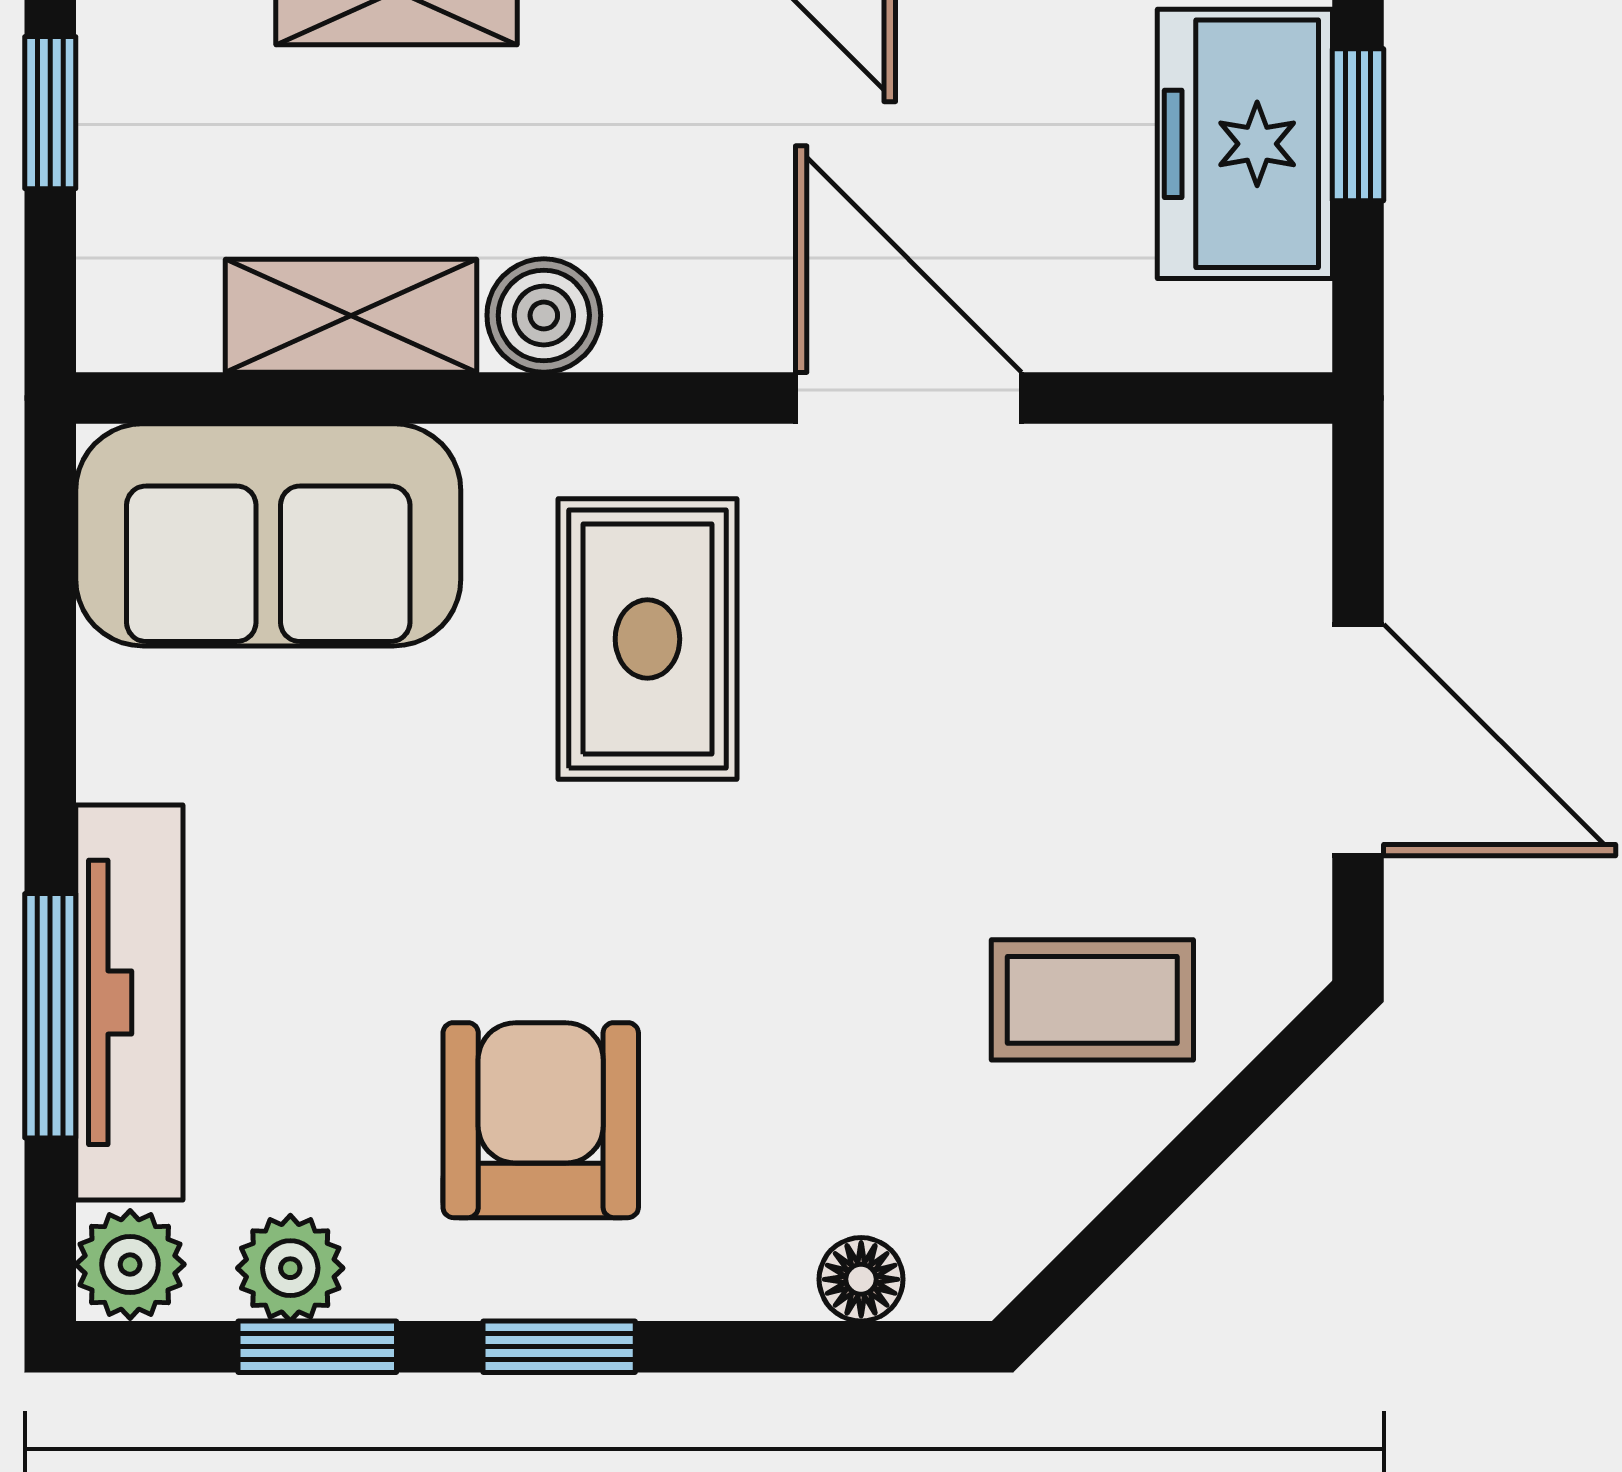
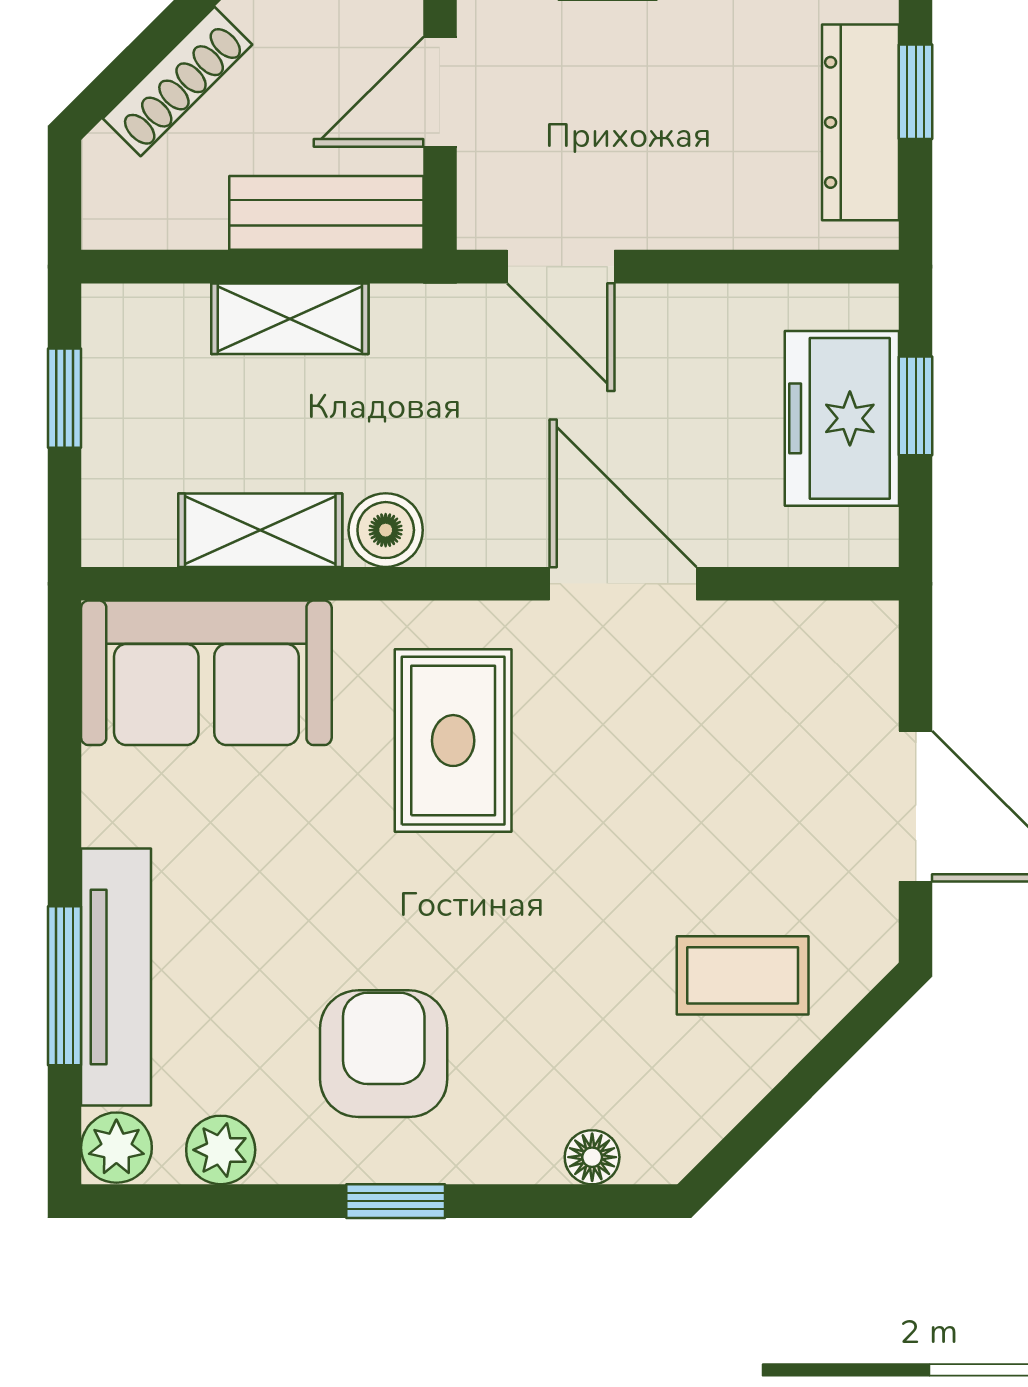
window: (317, 1347) -> (238, 1201), removed

